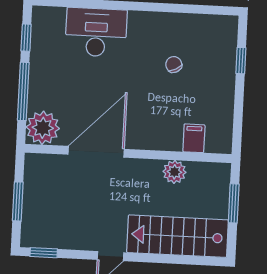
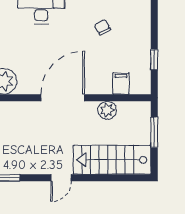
window: (241, 61) -> (154, 60), moved
door: (96, 152) -> (63, 98), moved

